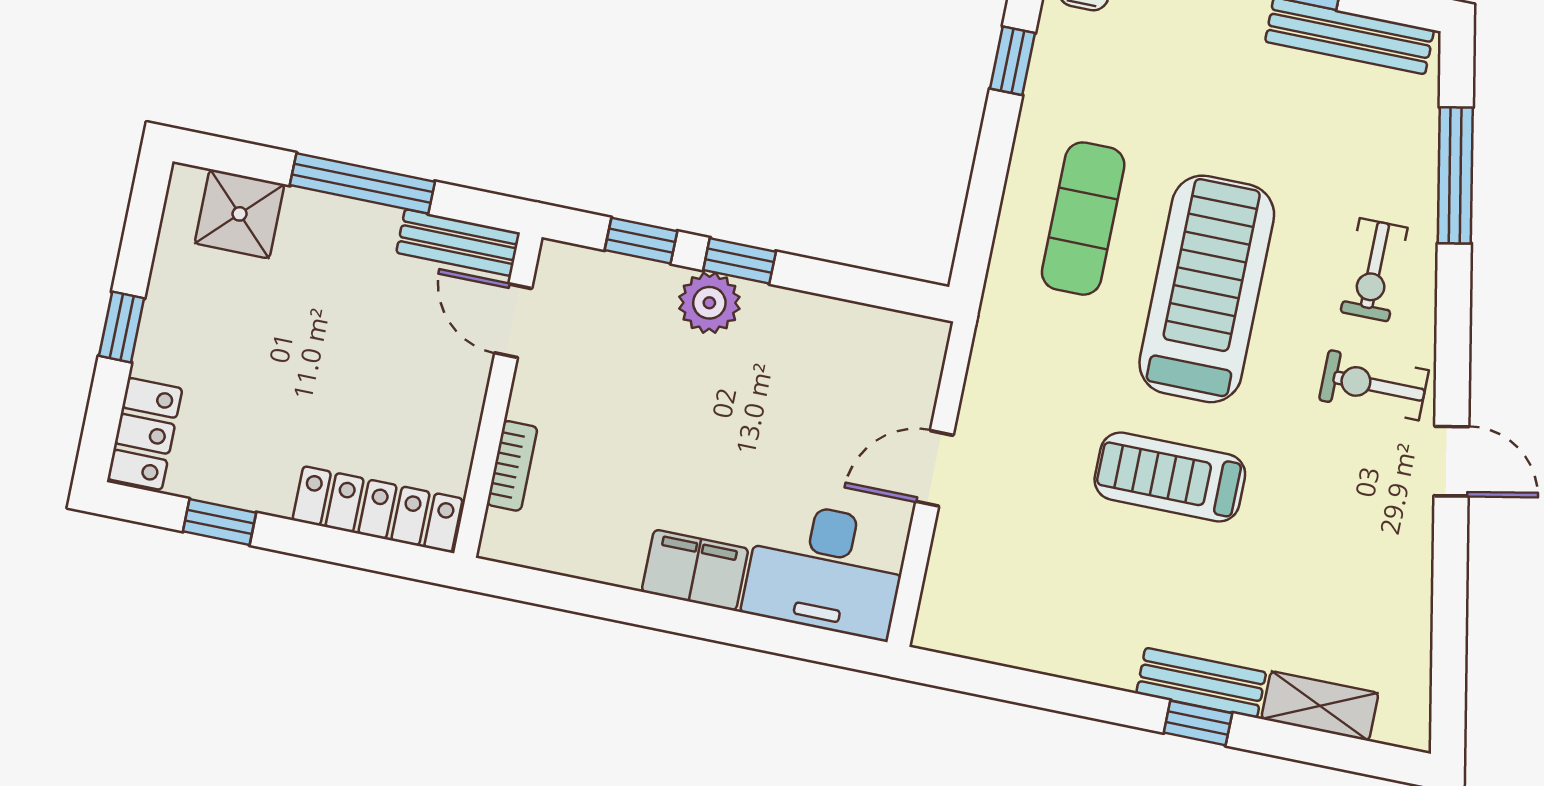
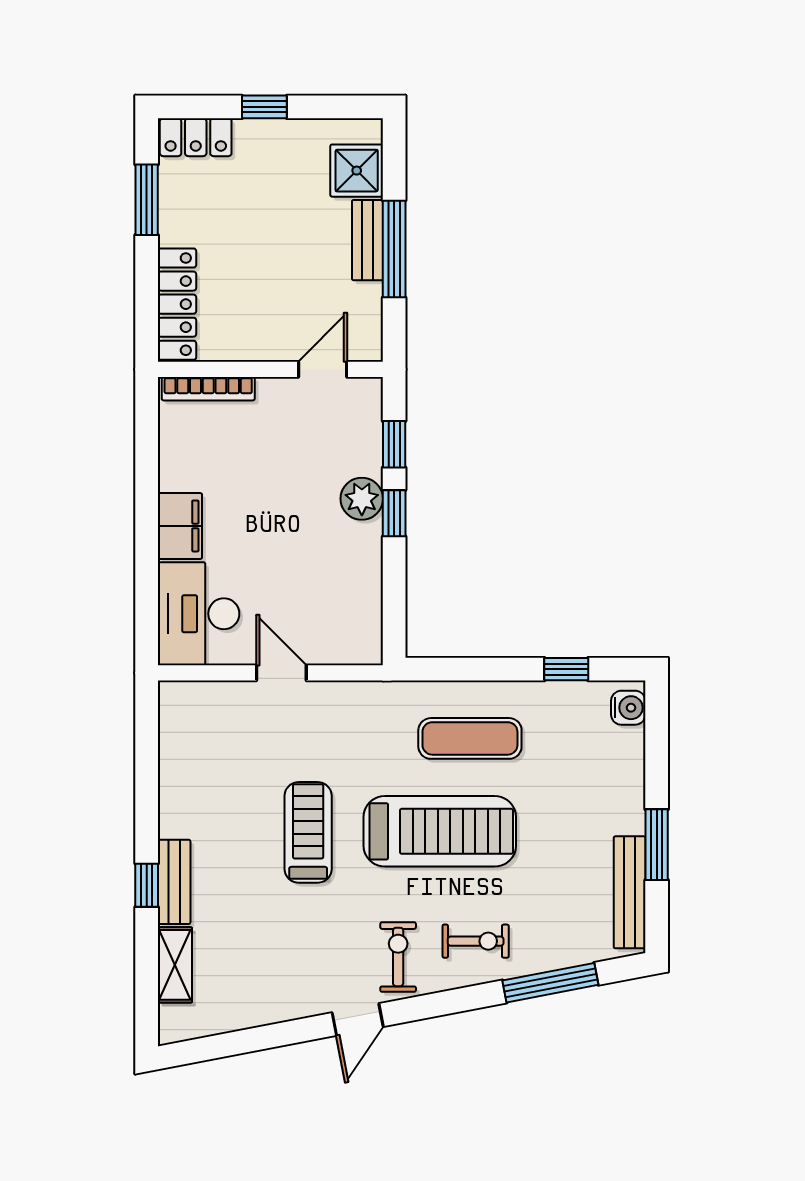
bench: (458, 243) -> (368, 240), moved
exercise bike: (1374, 270) -> (476, 941), turned 180
bookcase: (512, 466) -> (208, 389), width x1.56
window: (220, 522) -> (147, 200), width x1.50

